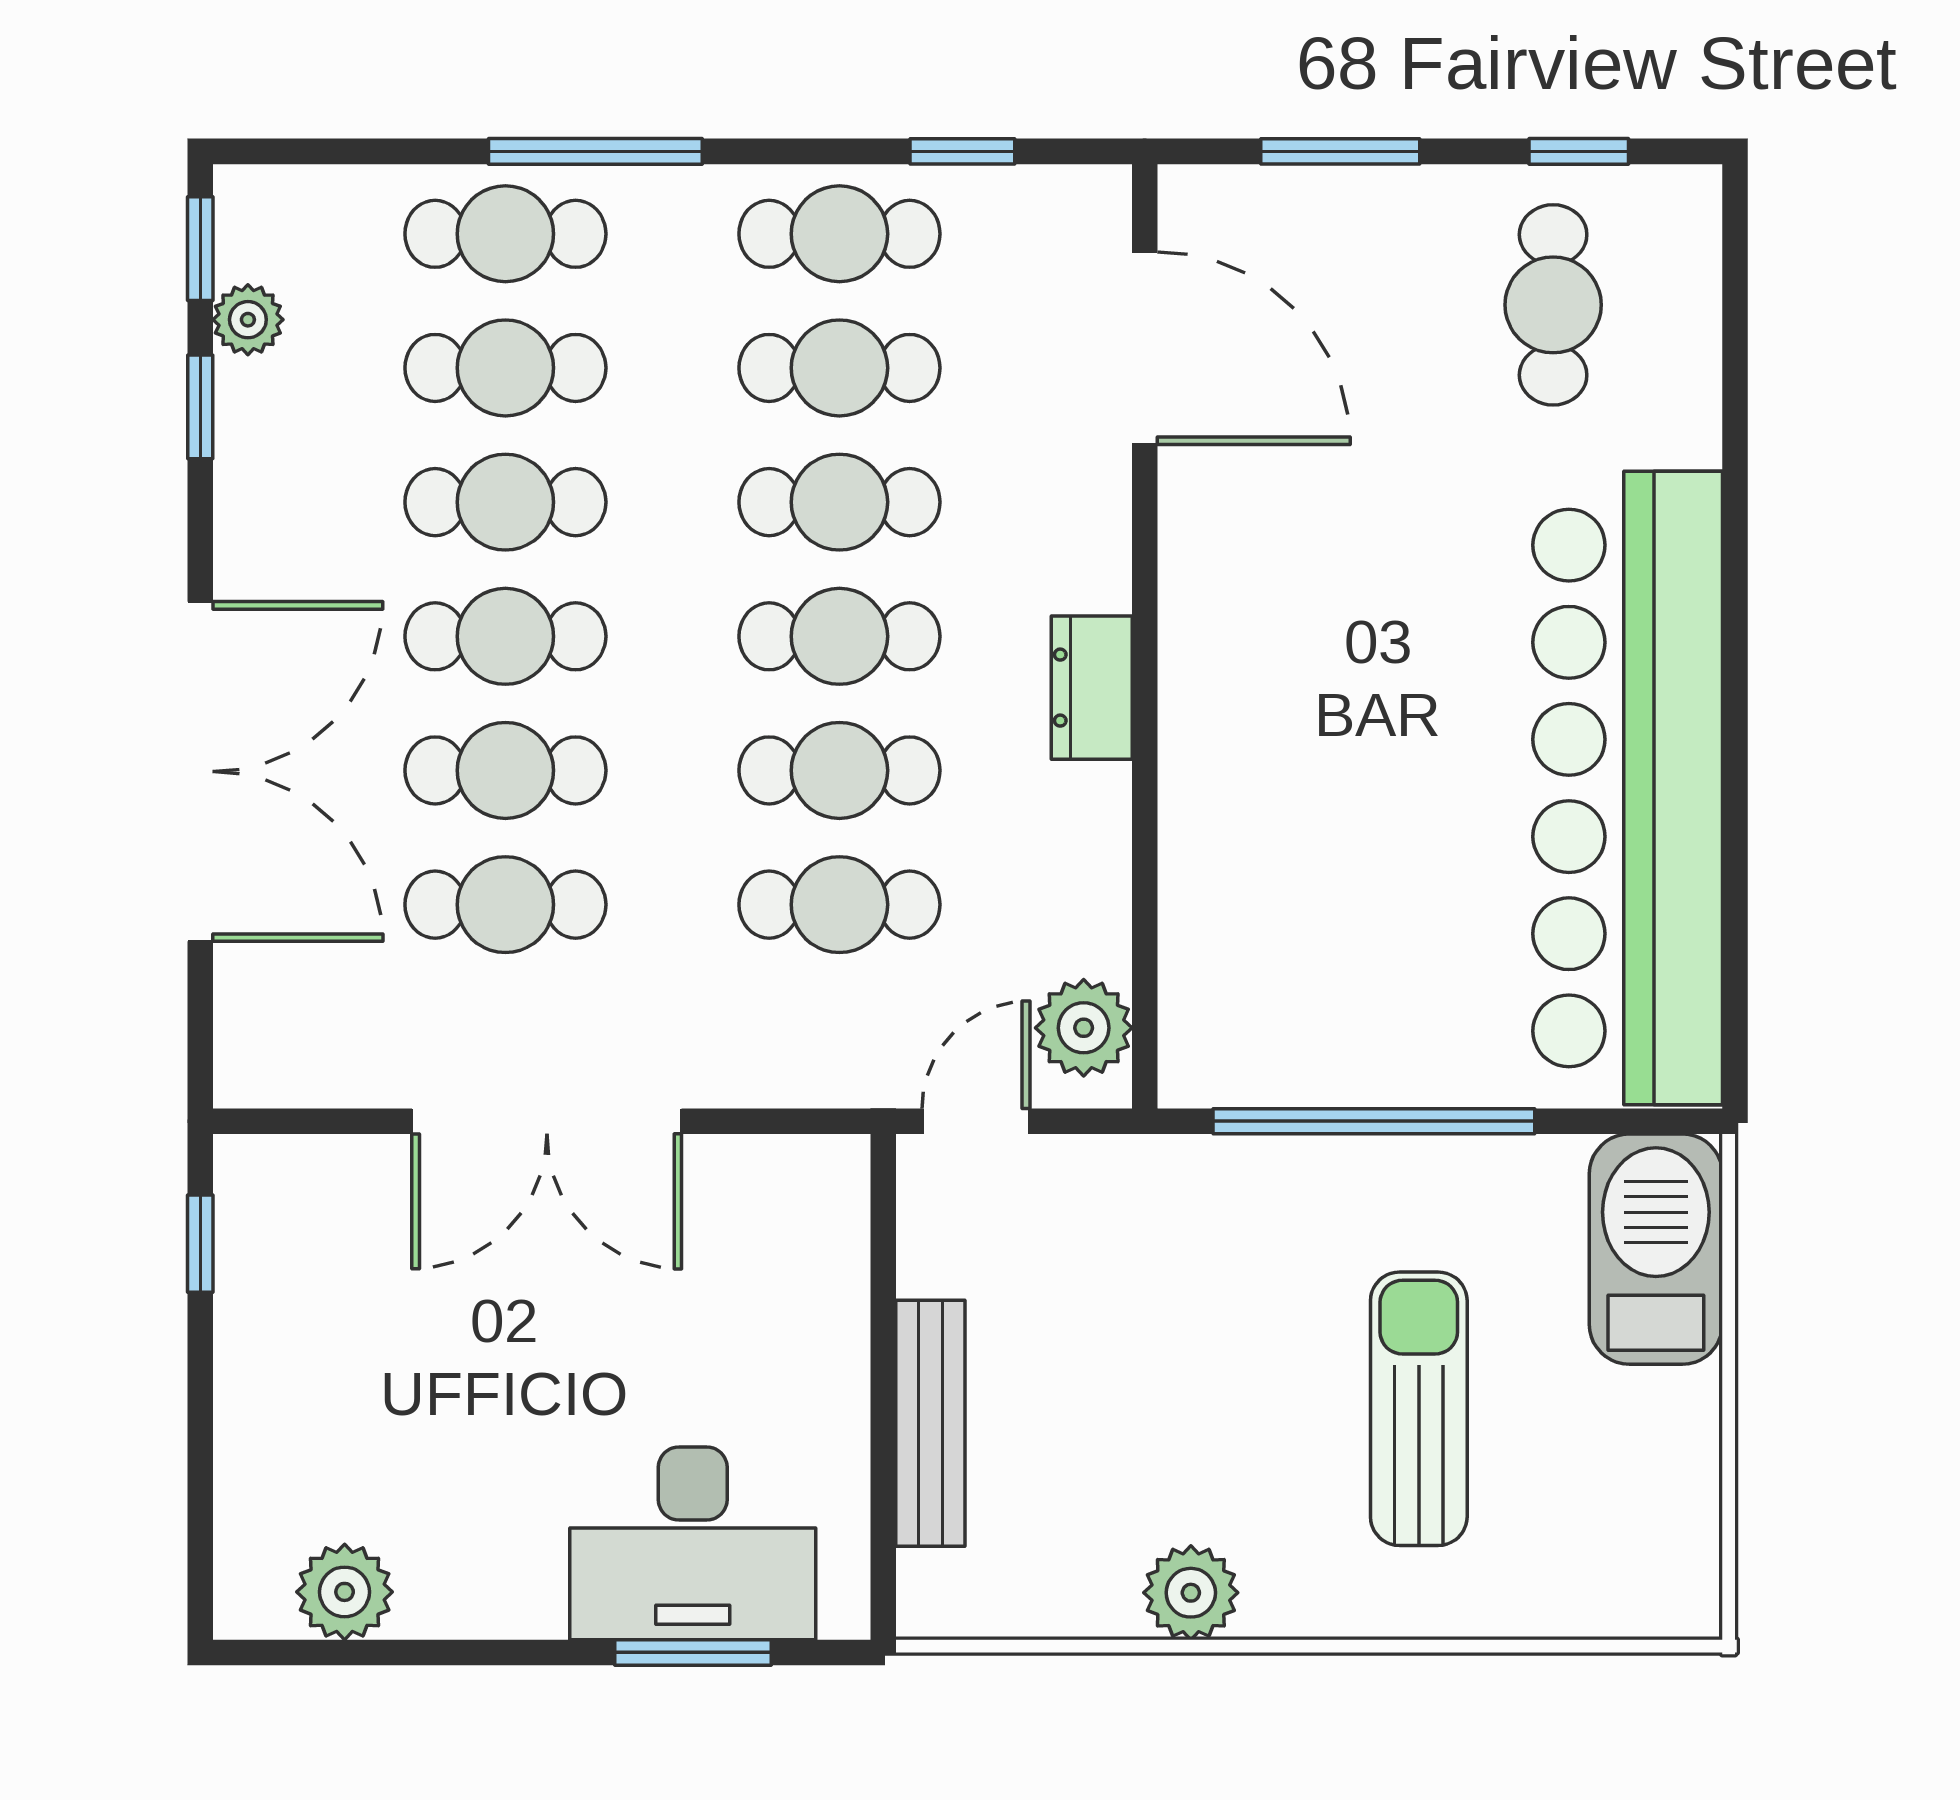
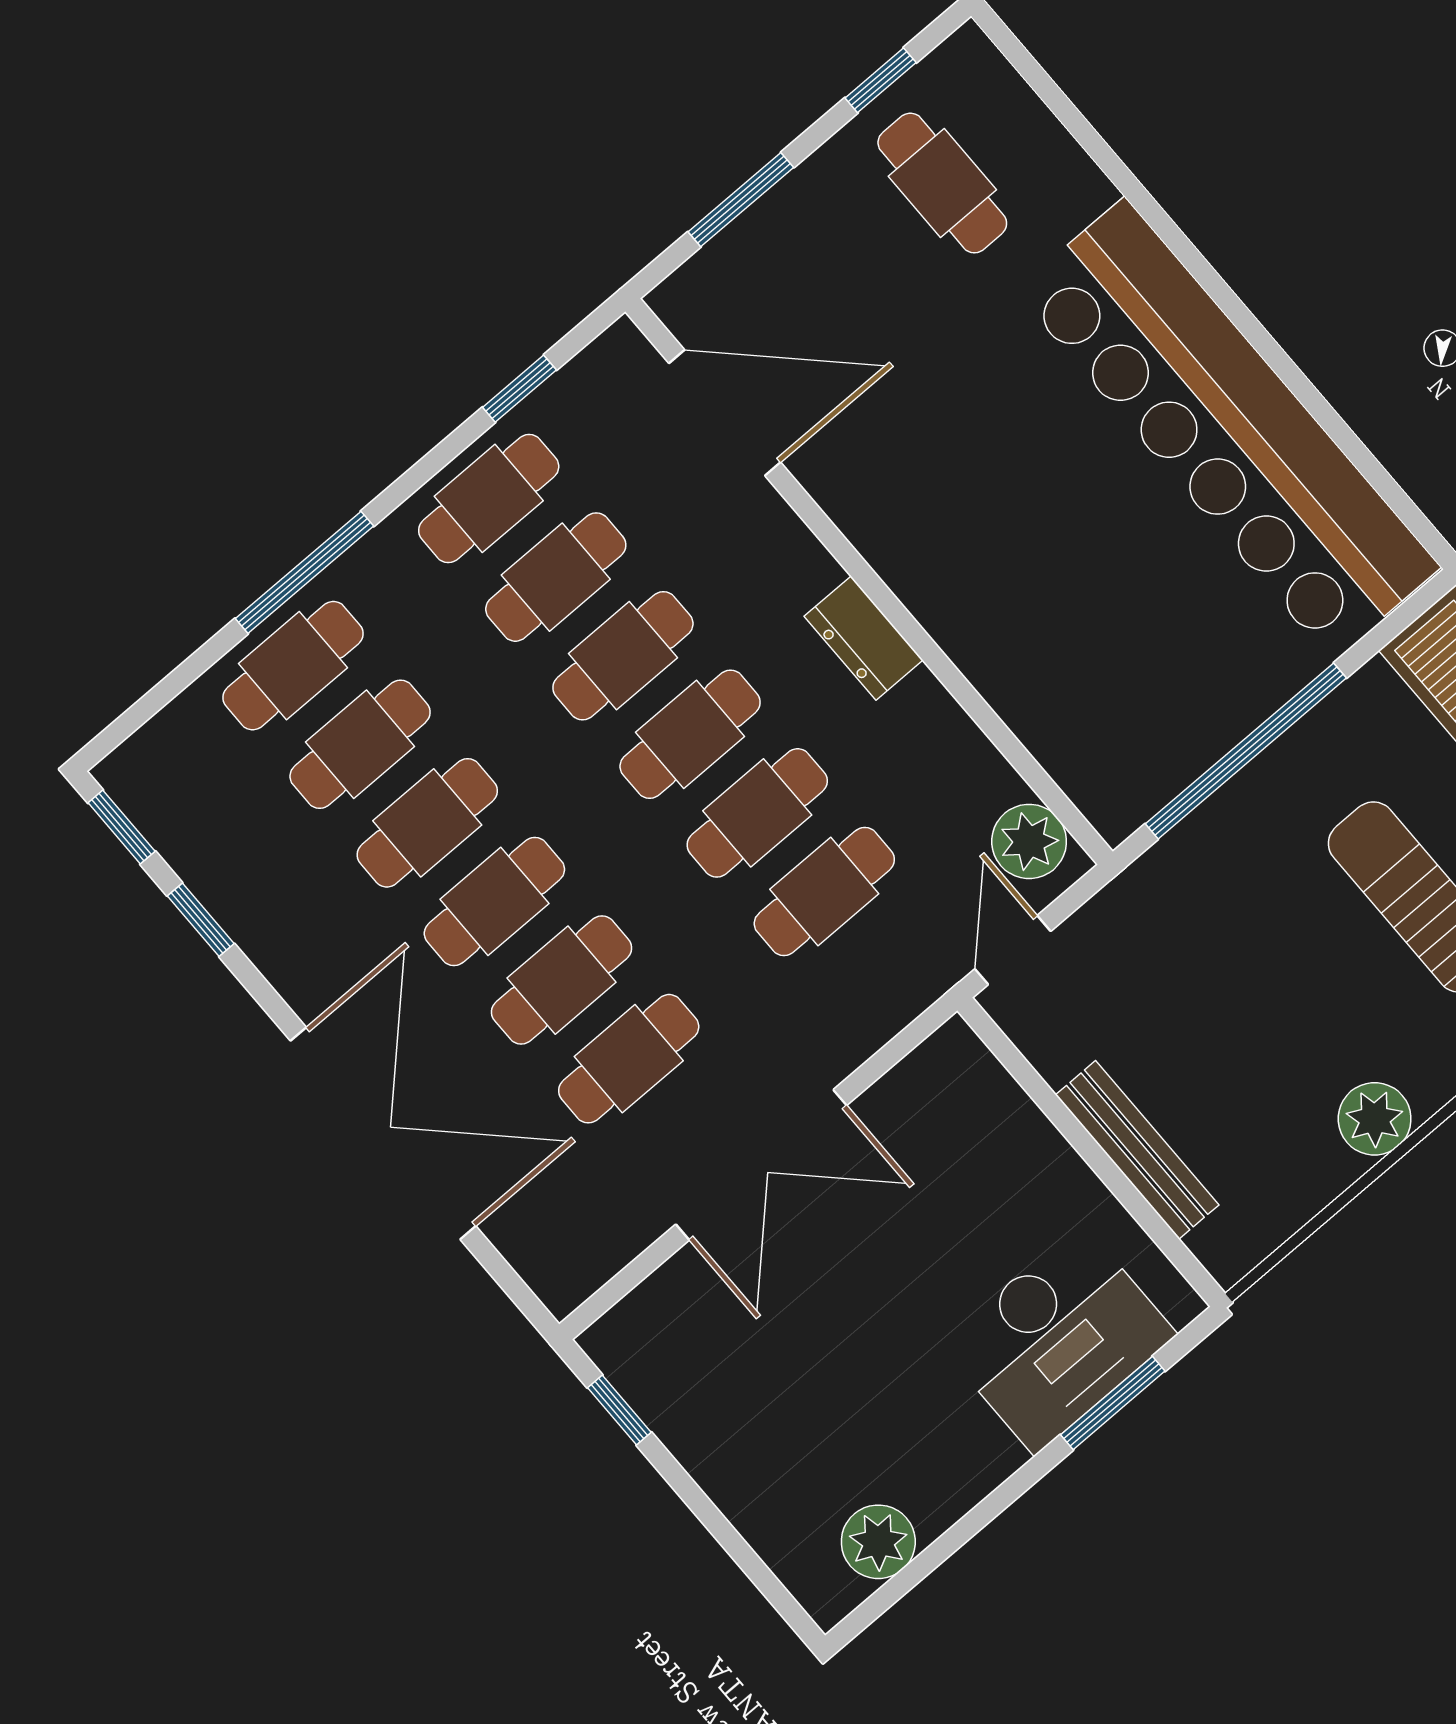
plant: (248, 320) -> (185, 845), removed

